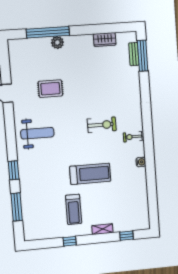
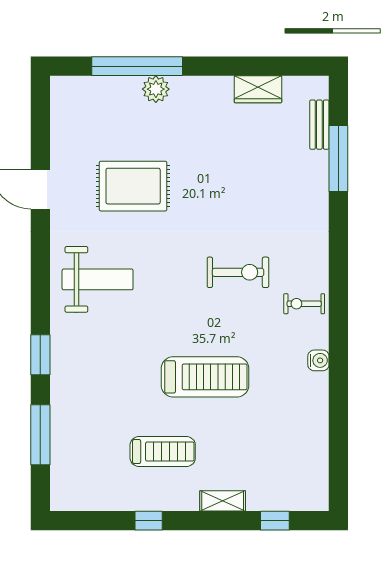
window: (143, 56) -> (338, 158), moved
rug: (50, 89) -> (133, 186), width x1.36, depth x1.43
treadmill: (74, 209) -> (163, 452), turned -90

